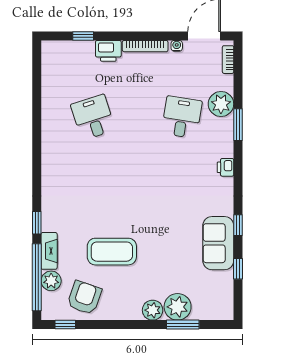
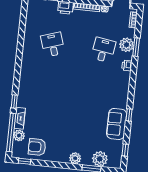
window: (238, 125) -> (136, 47), moved
printer: (225, 167) -> (127, 66), moved
coffee table: (112, 252) -> (55, 122), removed
window: (238, 269) -> (125, 150), moved
armchair: (84, 298) -> (37, 147), turned -109
plant: (178, 307) -> (100, 159), moved

